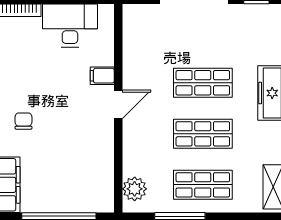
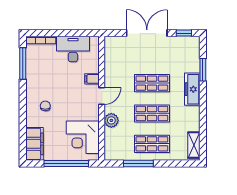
corner desk: (86, 174) -> (83, 137), added
plant: (135, 189) -> (111, 120), moved

